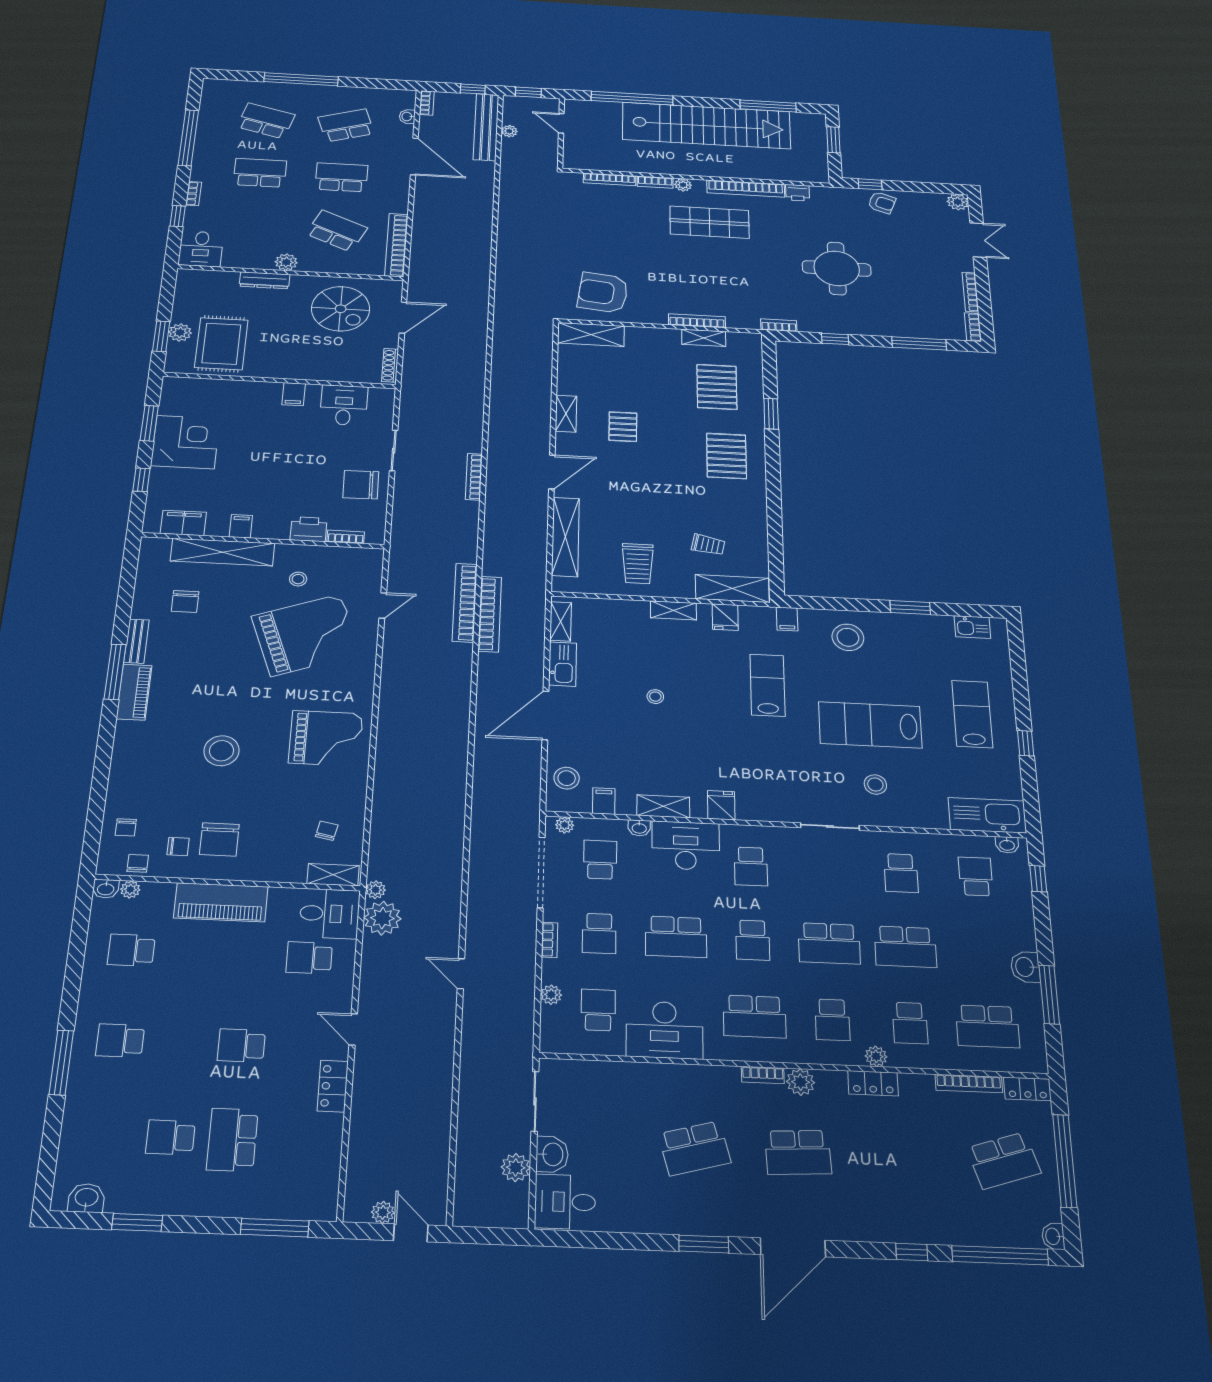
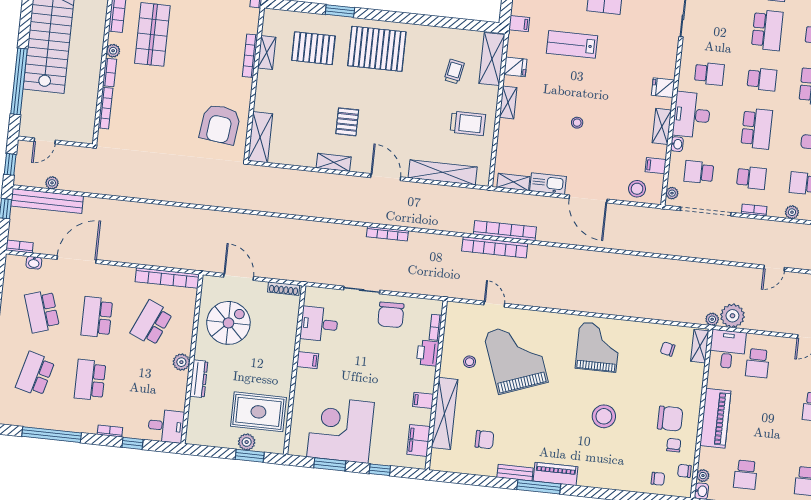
pallet: (623, 427) -> (347, 122), turned 90
corner desk: (185, 442) -> (341, 430), width x1.36, depth x1.36
pallet: (727, 456) -> (377, 49), width x1.37, depth x1.41

